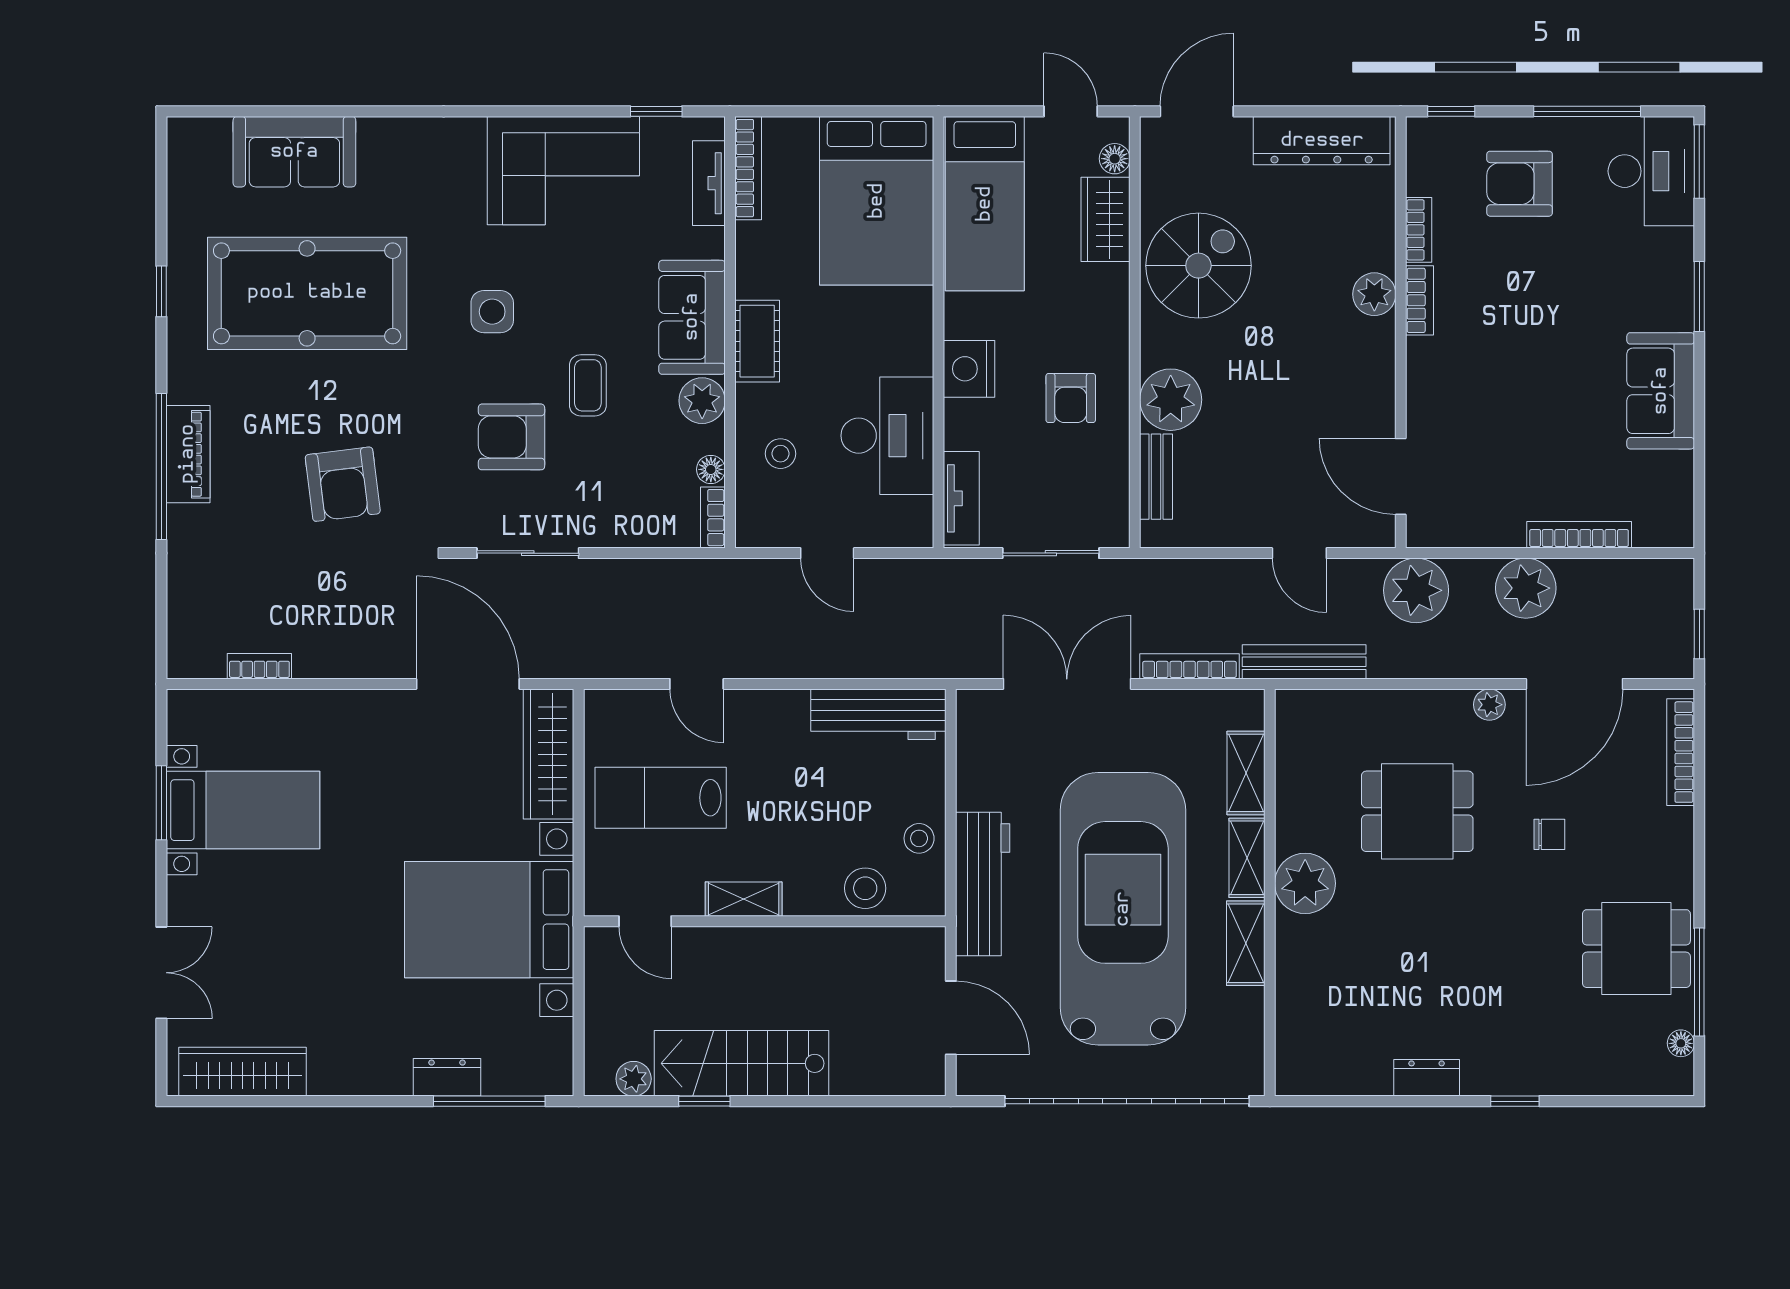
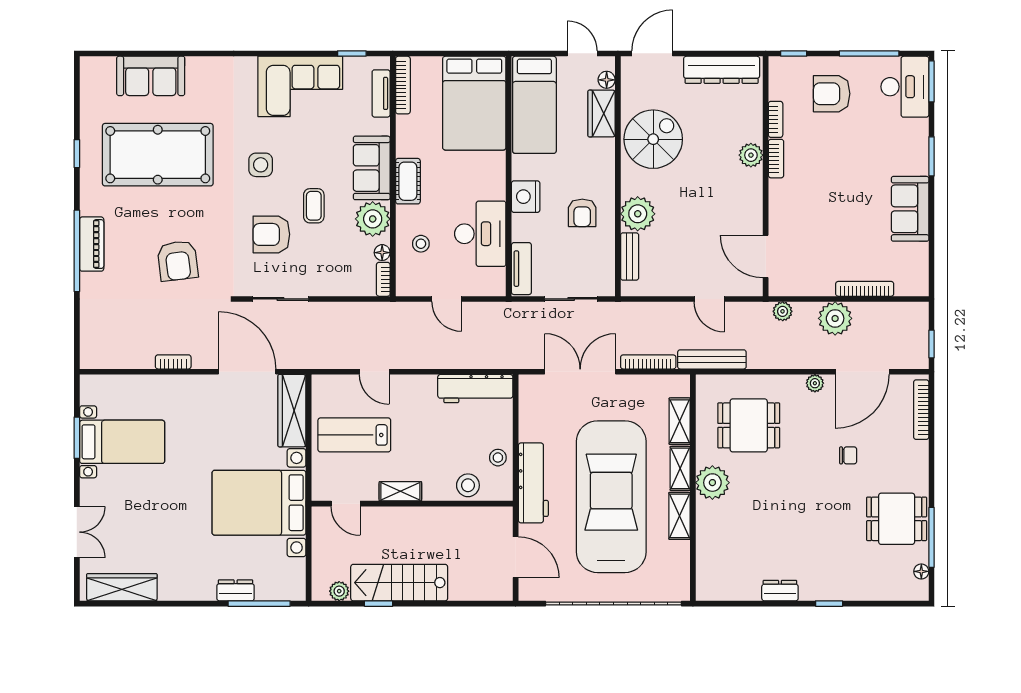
plant: (702, 401) -> (373, 219), width x1.36, depth x1.36
plant: (1416, 590) -> (783, 311), width x0.53, depth x0.53
bookcase: (259, 666) -> (173, 362), moved
dining table: (1417, 811) -> (749, 425), moved

